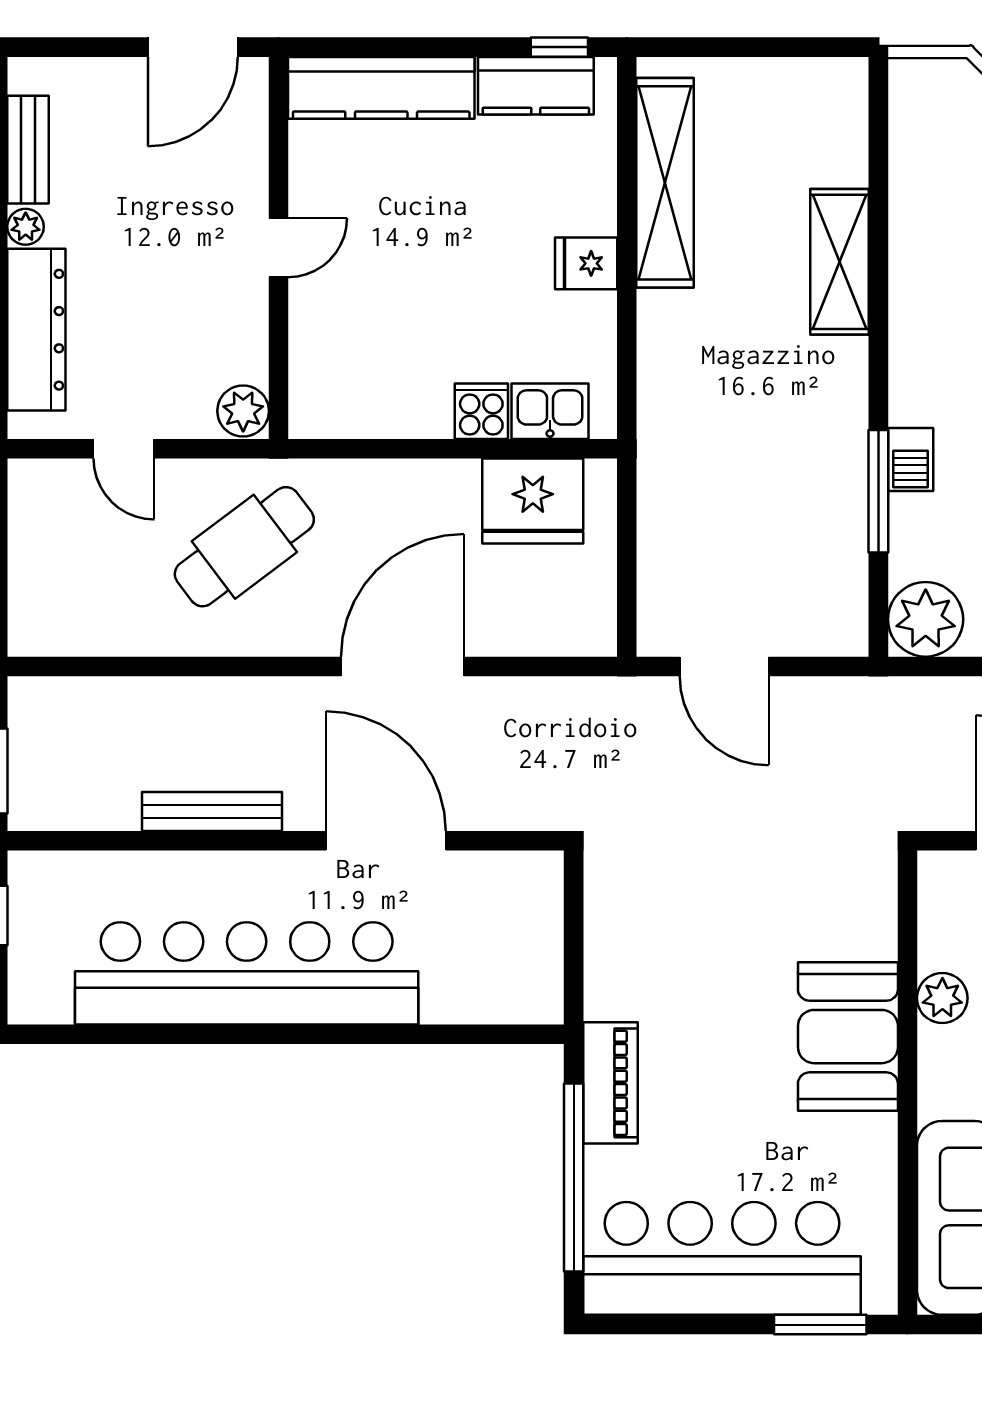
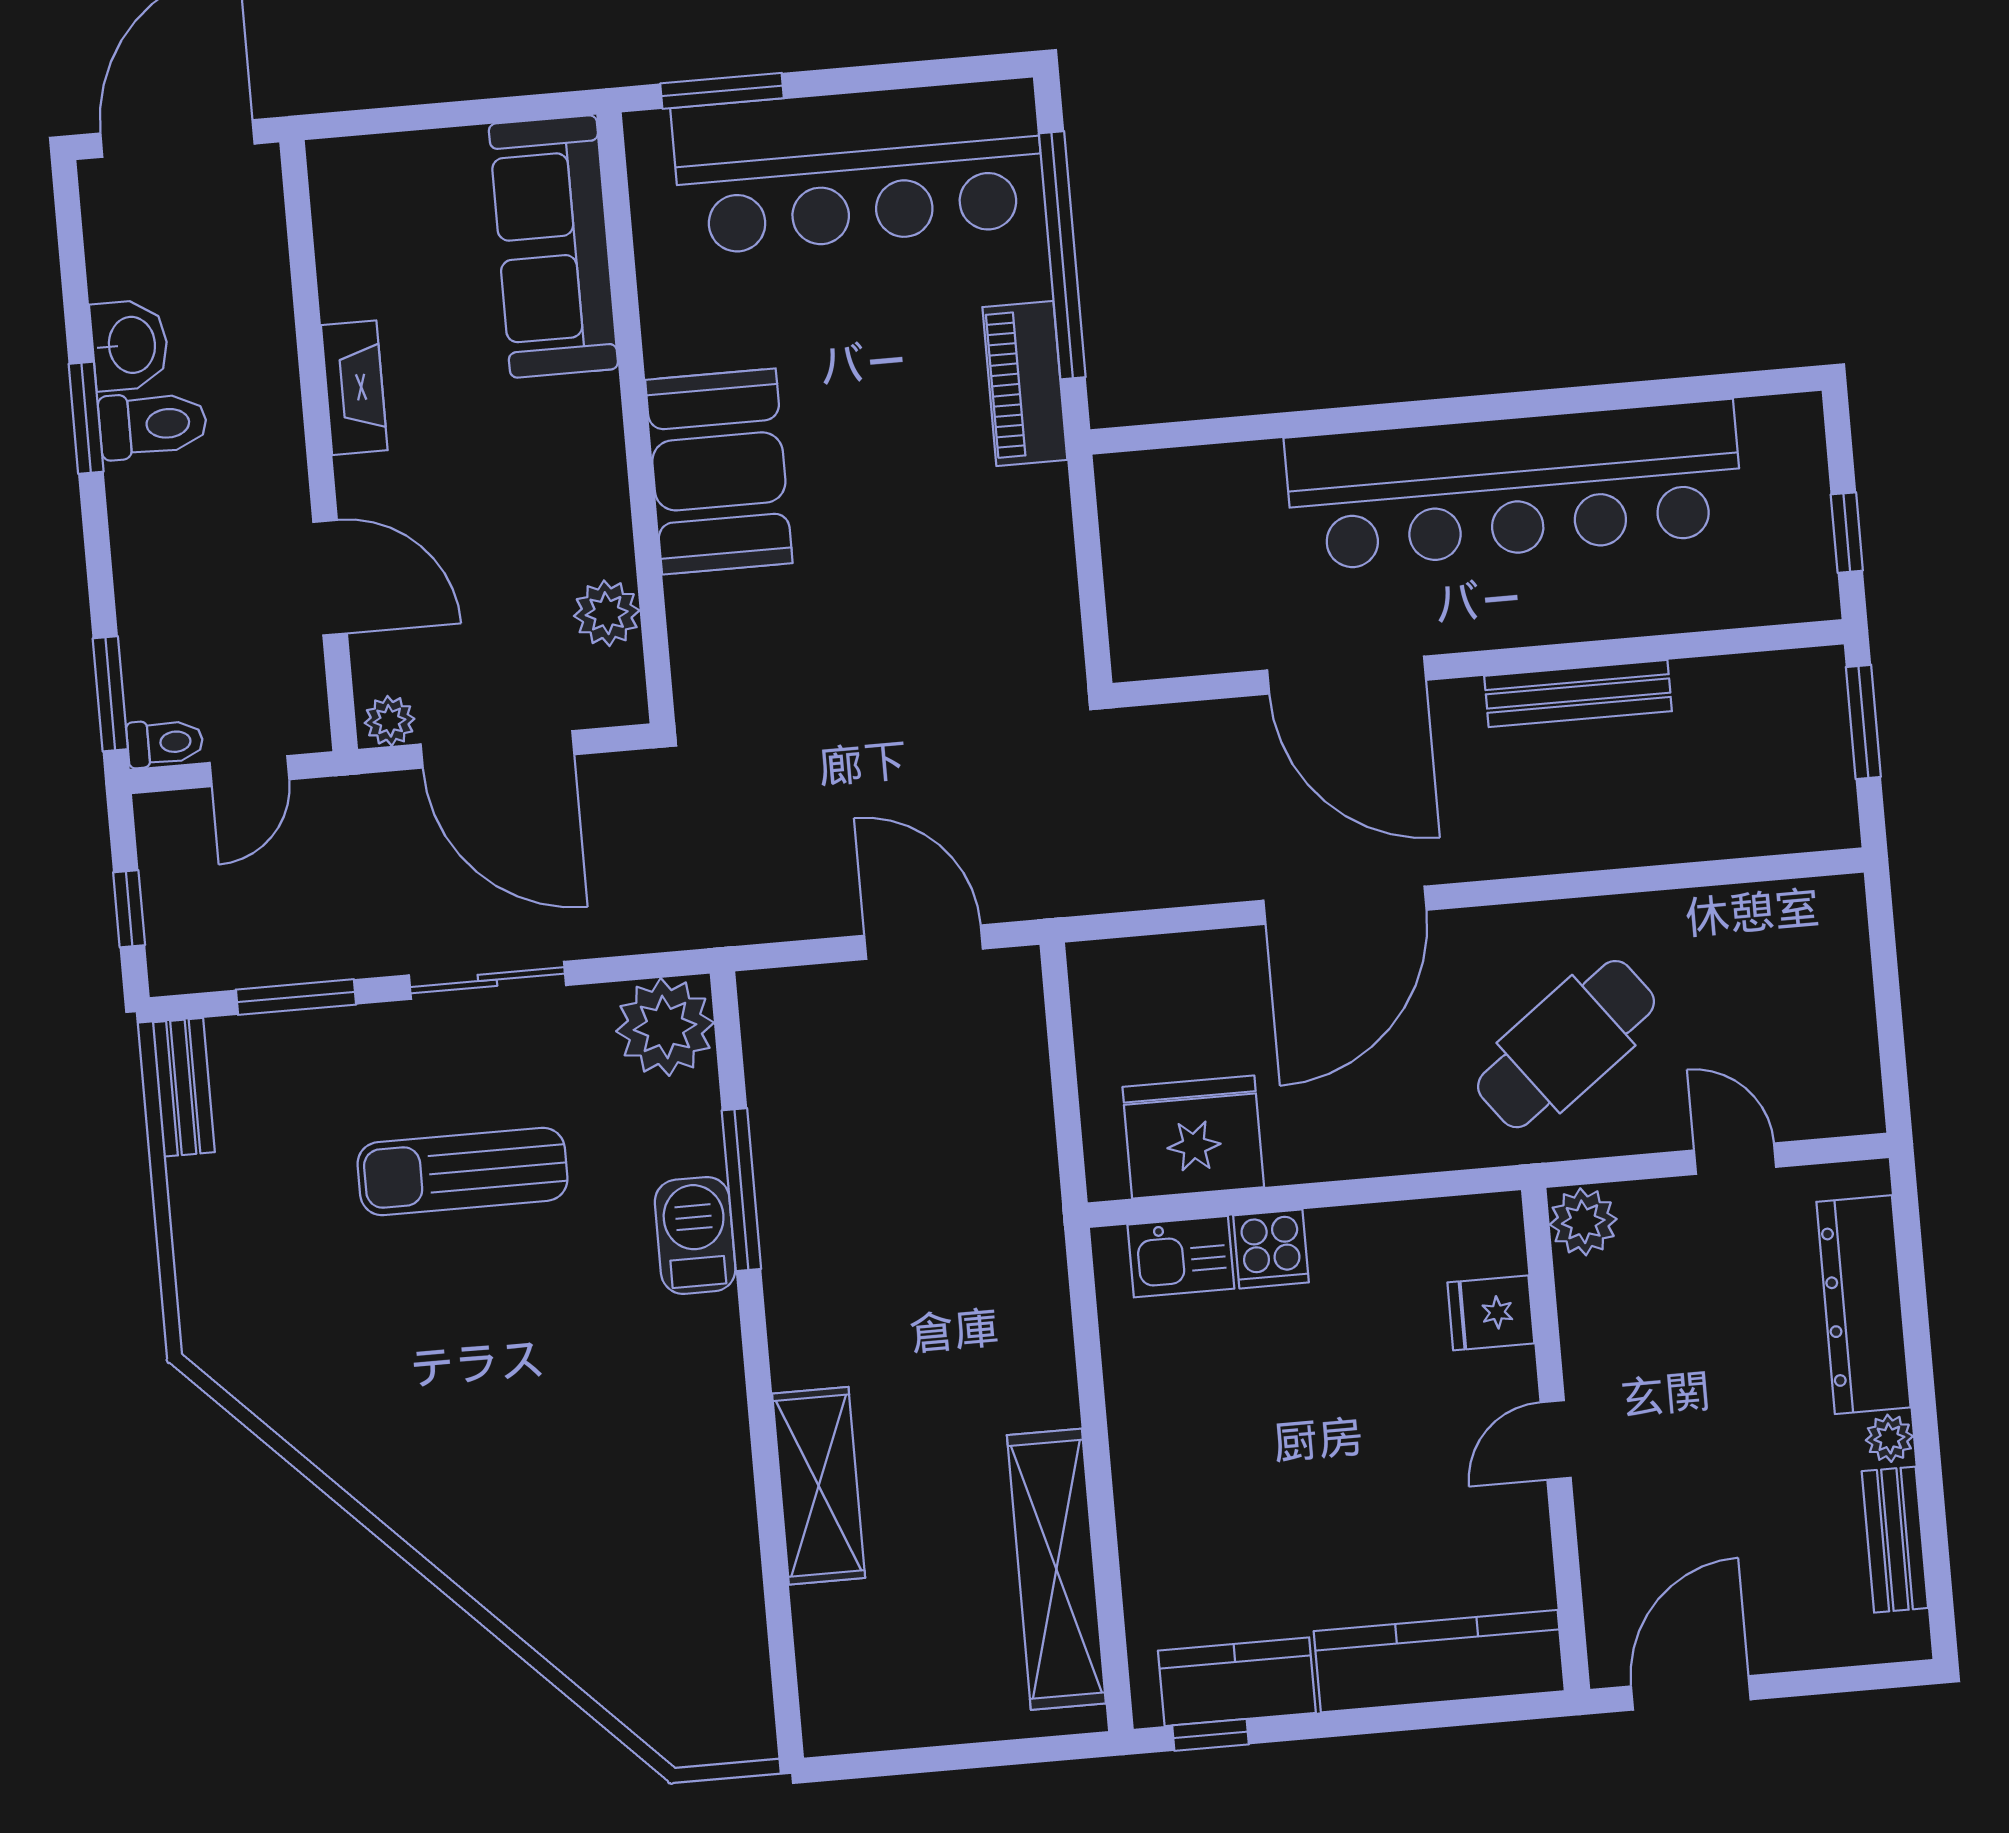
fridge: (586, 263) -> (1491, 1313), moved, turned 180
barbecue: (911, 459) -> (695, 1235), width x1.38, depth x1.27
plant: (942, 998) -> (607, 613), moved

